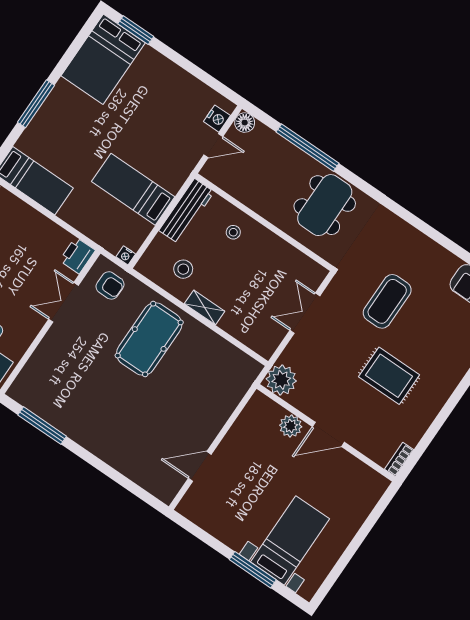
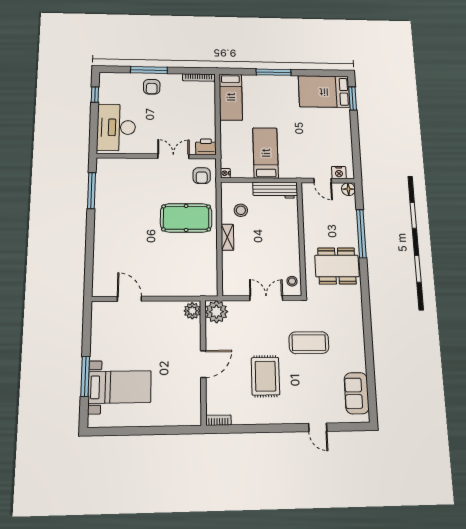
stool: (233, 232) -> (292, 281), moved
plant: (291, 426) -> (192, 311), moved
door: (328, 434) -> (203, 364), swing flipped

